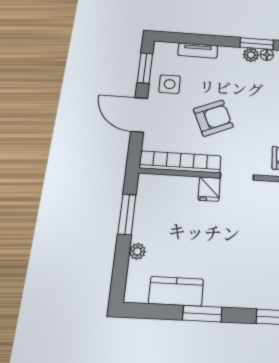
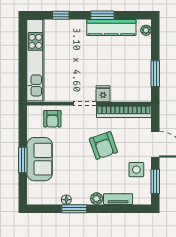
plant: (251, 55) -> (97, 199), moved
armchair: (213, 118) -> (103, 146), turned -86
plant: (137, 251) -> (146, 30), moved
kitchen counter: (176, 291) -> (111, 28), width x1.50

